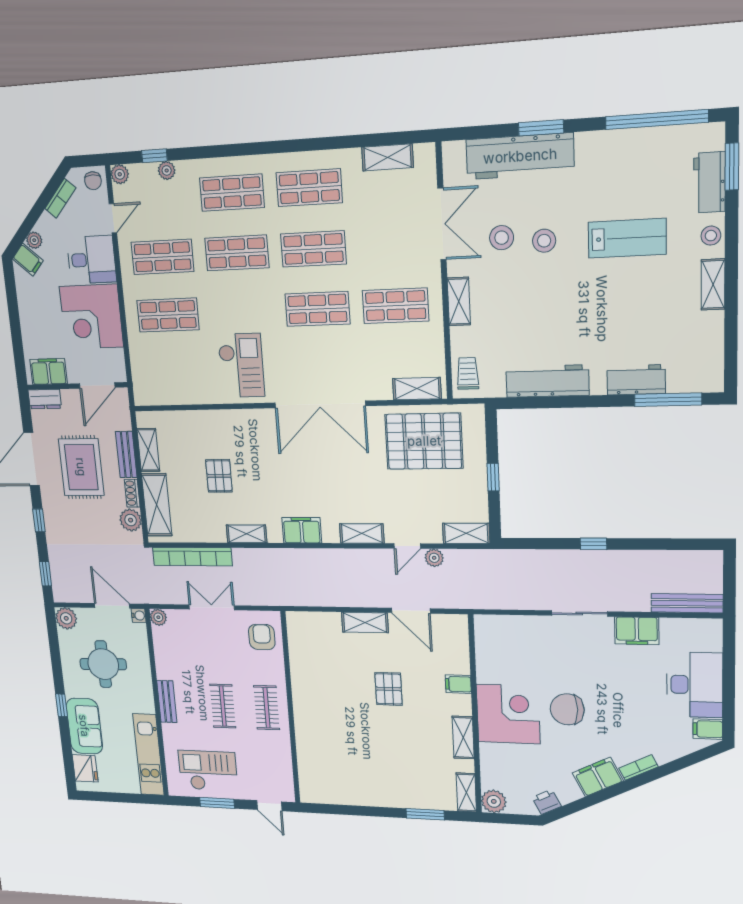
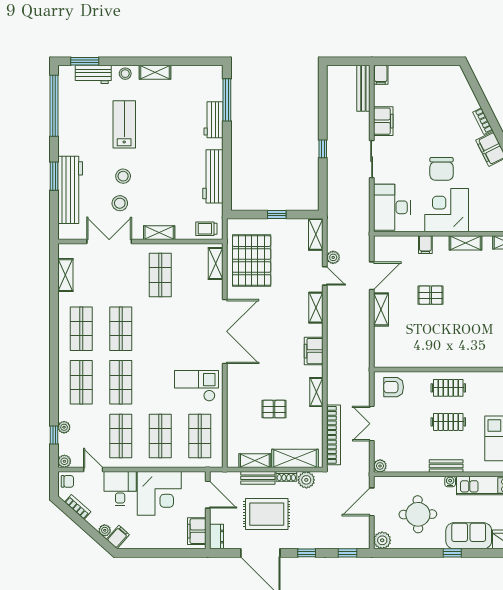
shop shelf: (317, 309) -> (200, 436), moved
water cooler: (139, 615) -> (450, 482), moved
desk: (695, 685) -> (392, 207), moved, turned -90
filing cabinet: (708, 729) -> (381, 75), moved

